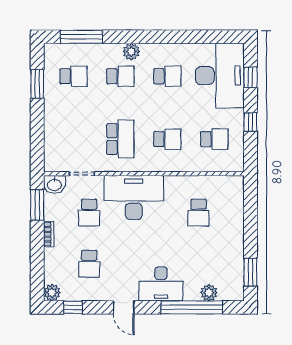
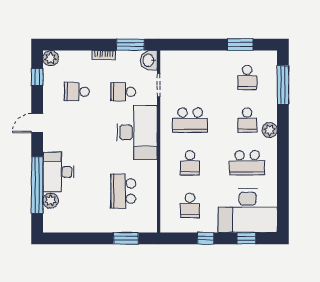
school desk: (167, 76) -> (247, 163), width x1.85
school desk: (198, 213) -> (123, 191), width x1.85
window: (250, 272) -> (126, 238), moved
desk: (161, 284) -> (59, 172), moved

